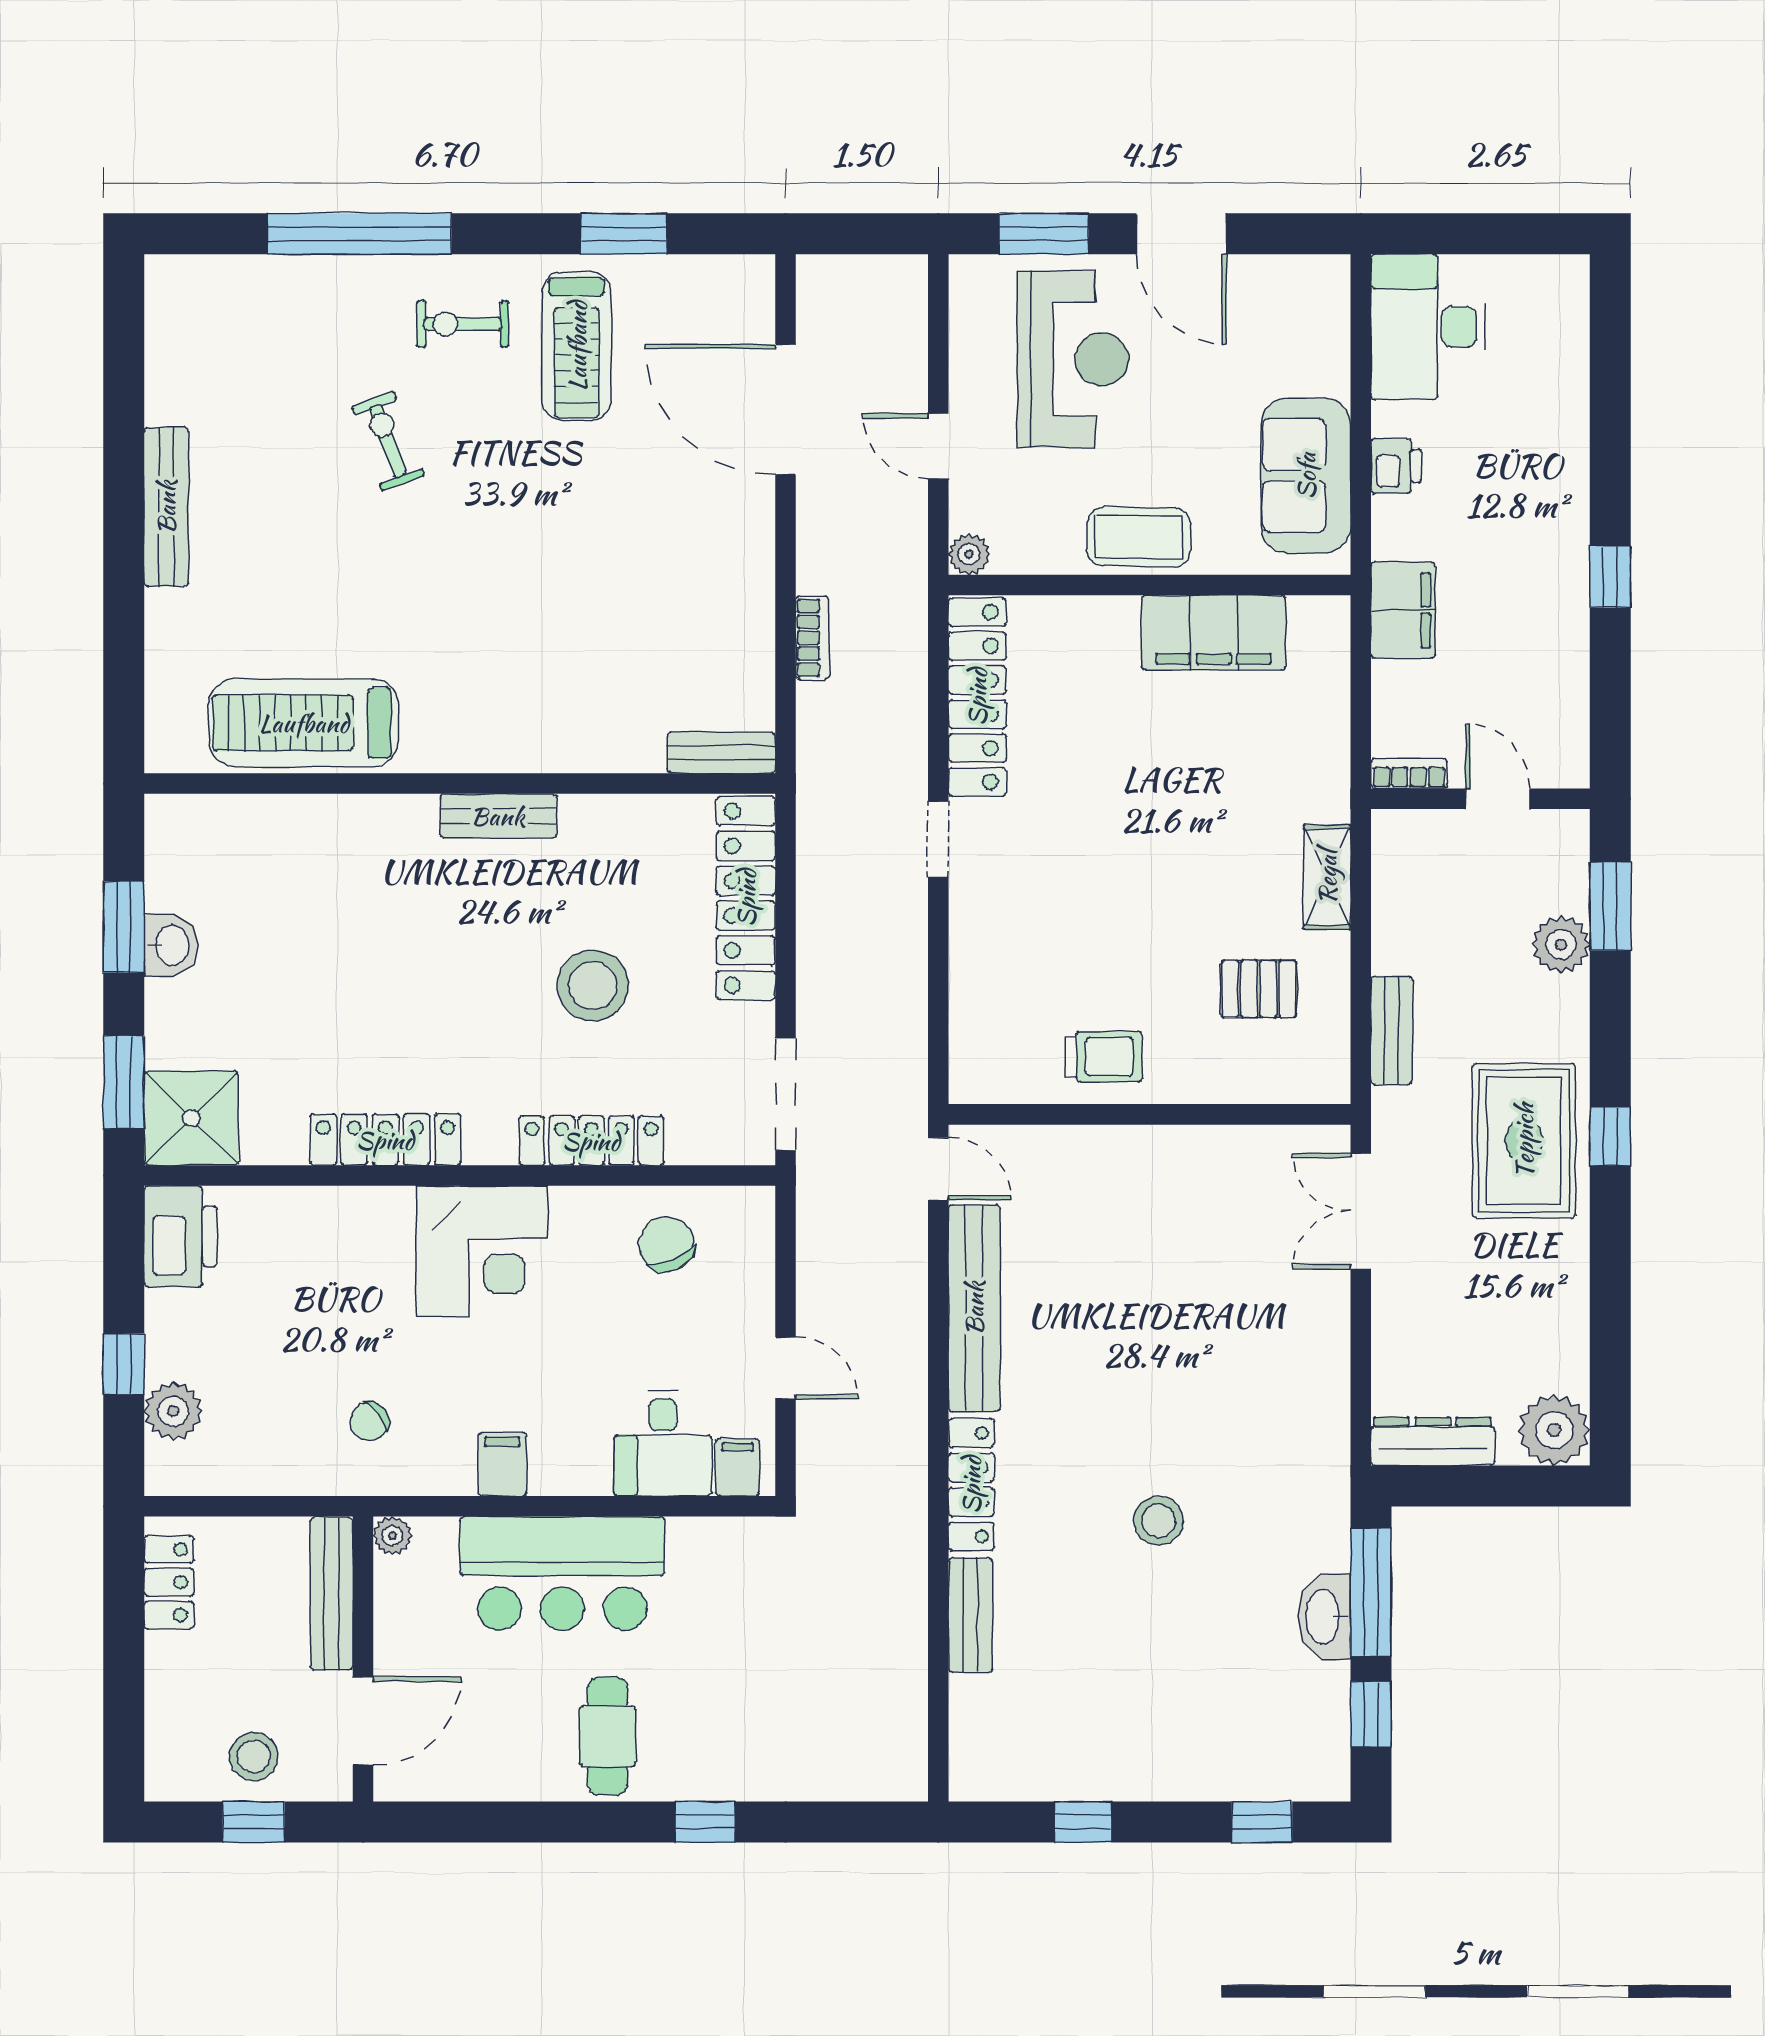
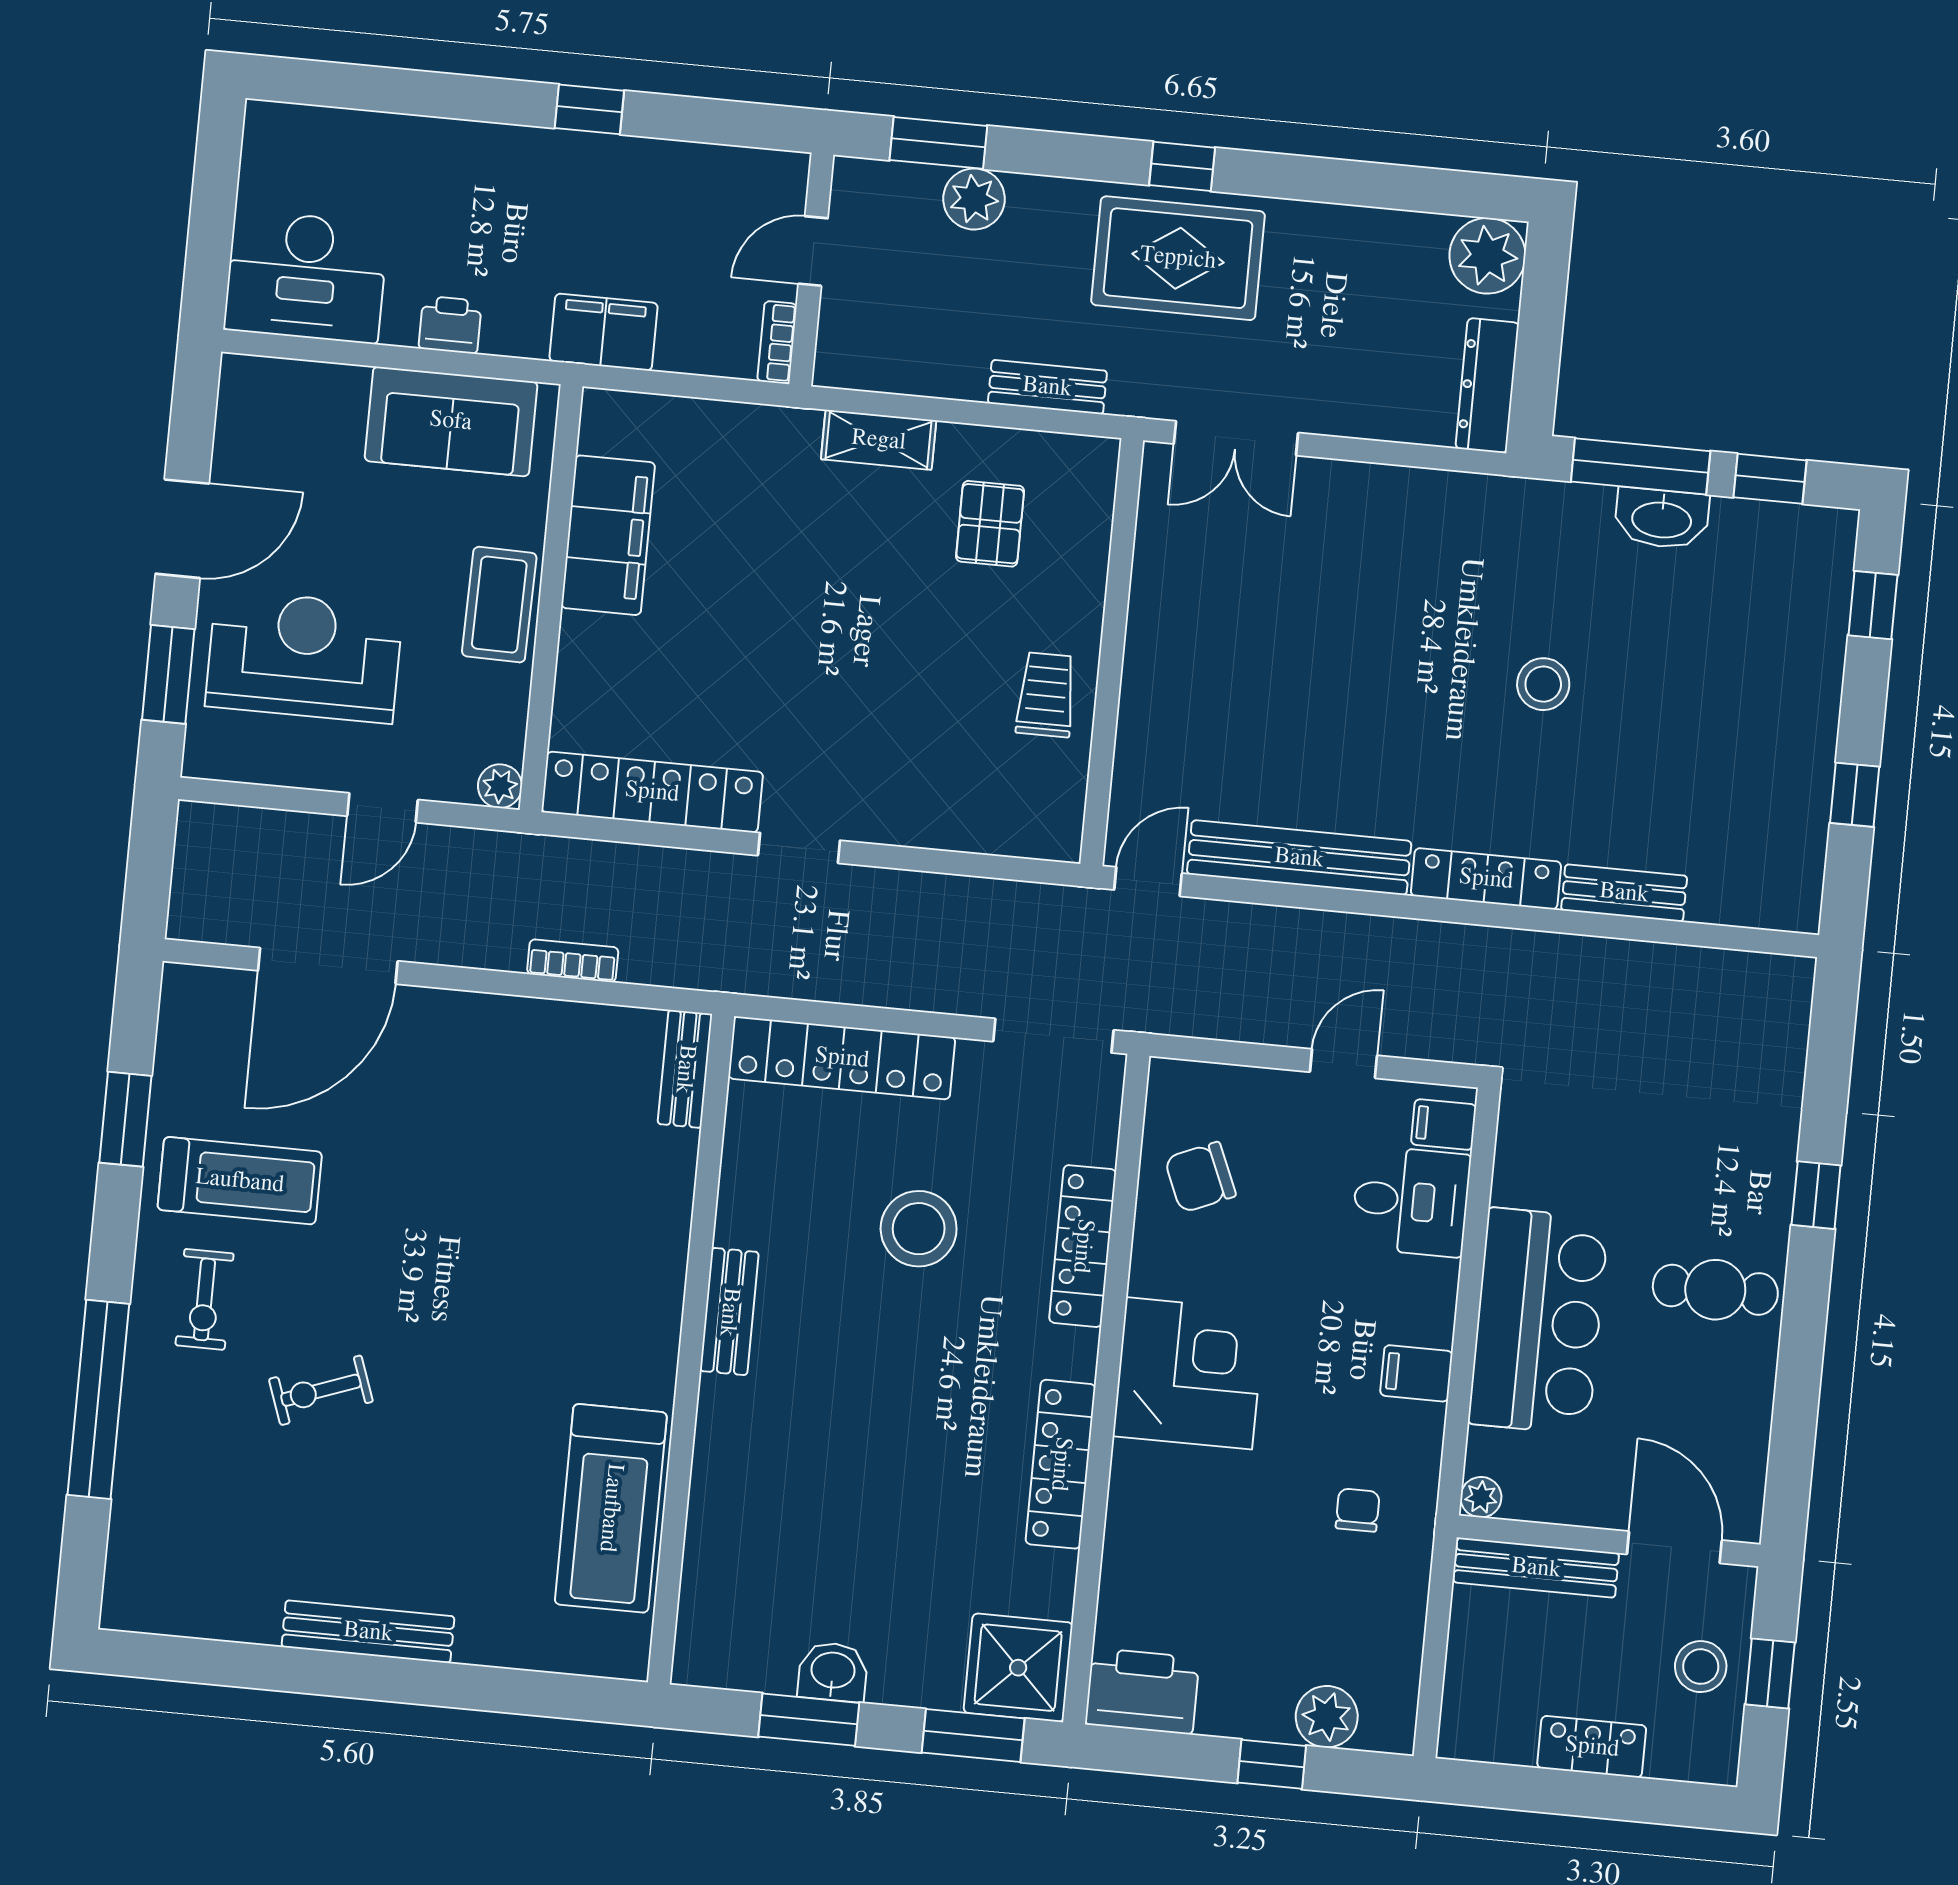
chair: (369, 1421) -> (1358, 1510), turned -142
locker: (169, 1582) -> (1592, 1747), moved

